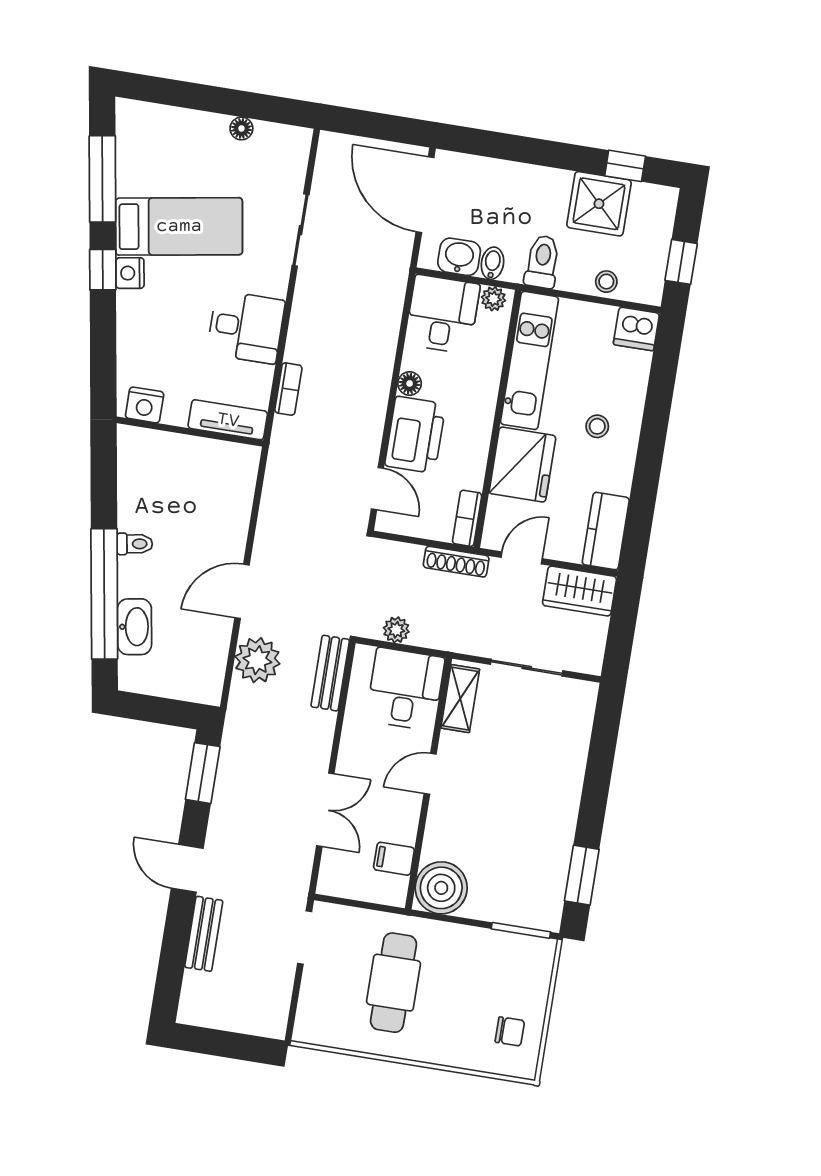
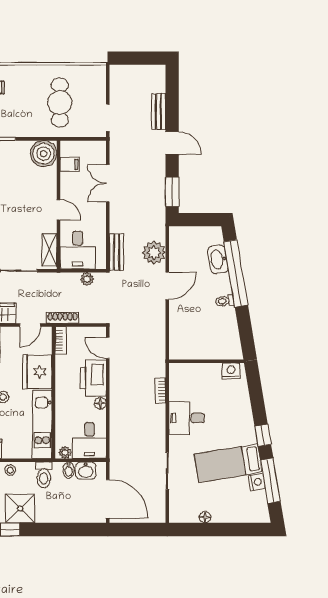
nightstand: (130, 273) -> (257, 482), moved
tv unit: (228, 420) -> (188, 370), removed
door: (430, 774) -> (58, 210), hinge flipped

